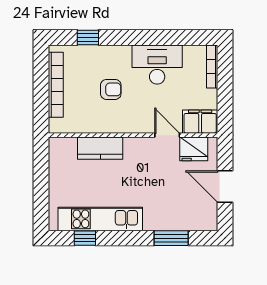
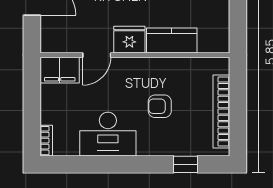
bookcase: (212, 67) -> (46, 141), width x0.64
door: (167, 135) -> (97, 55), hinge flipped
fridge: (194, 149) -> (129, 40), moved

